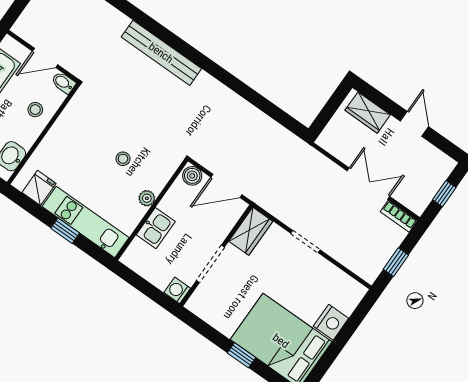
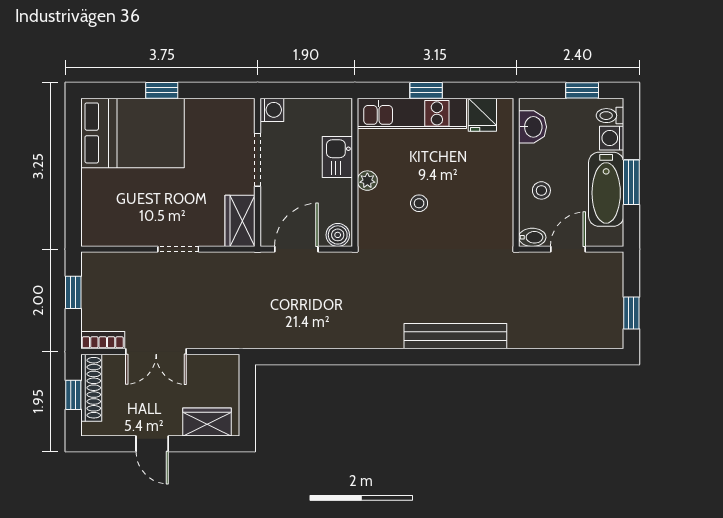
shoe rack: (429, 190) -> (91, 388), added
nightstand: (331, 322) -> (96, 186), removed

